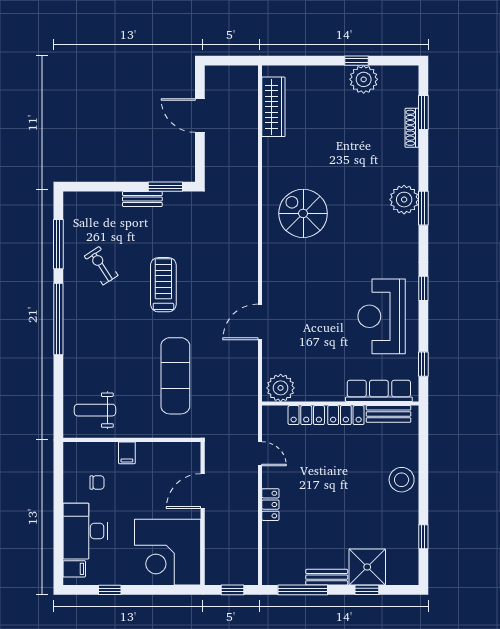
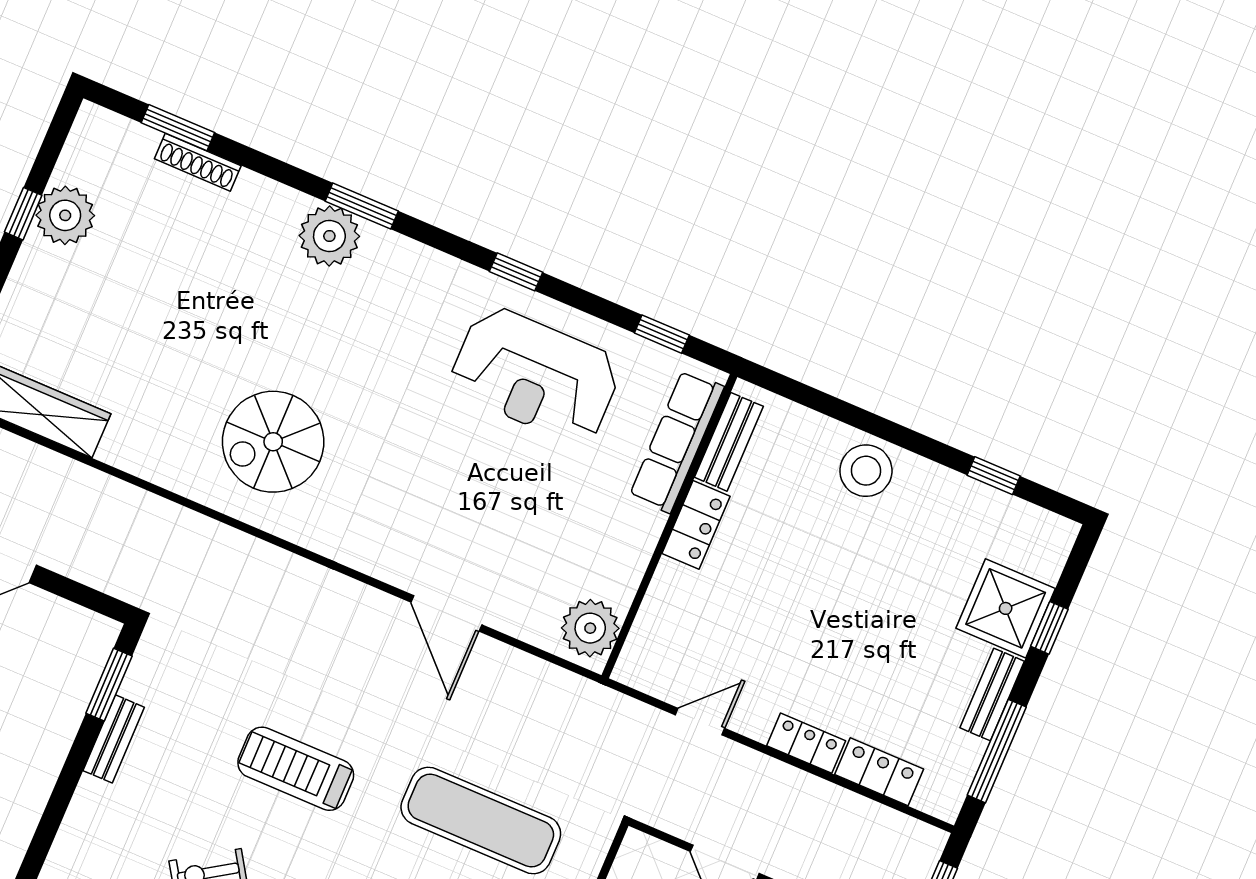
locker: (306, 415) -> (879, 772), moved, turned -90

